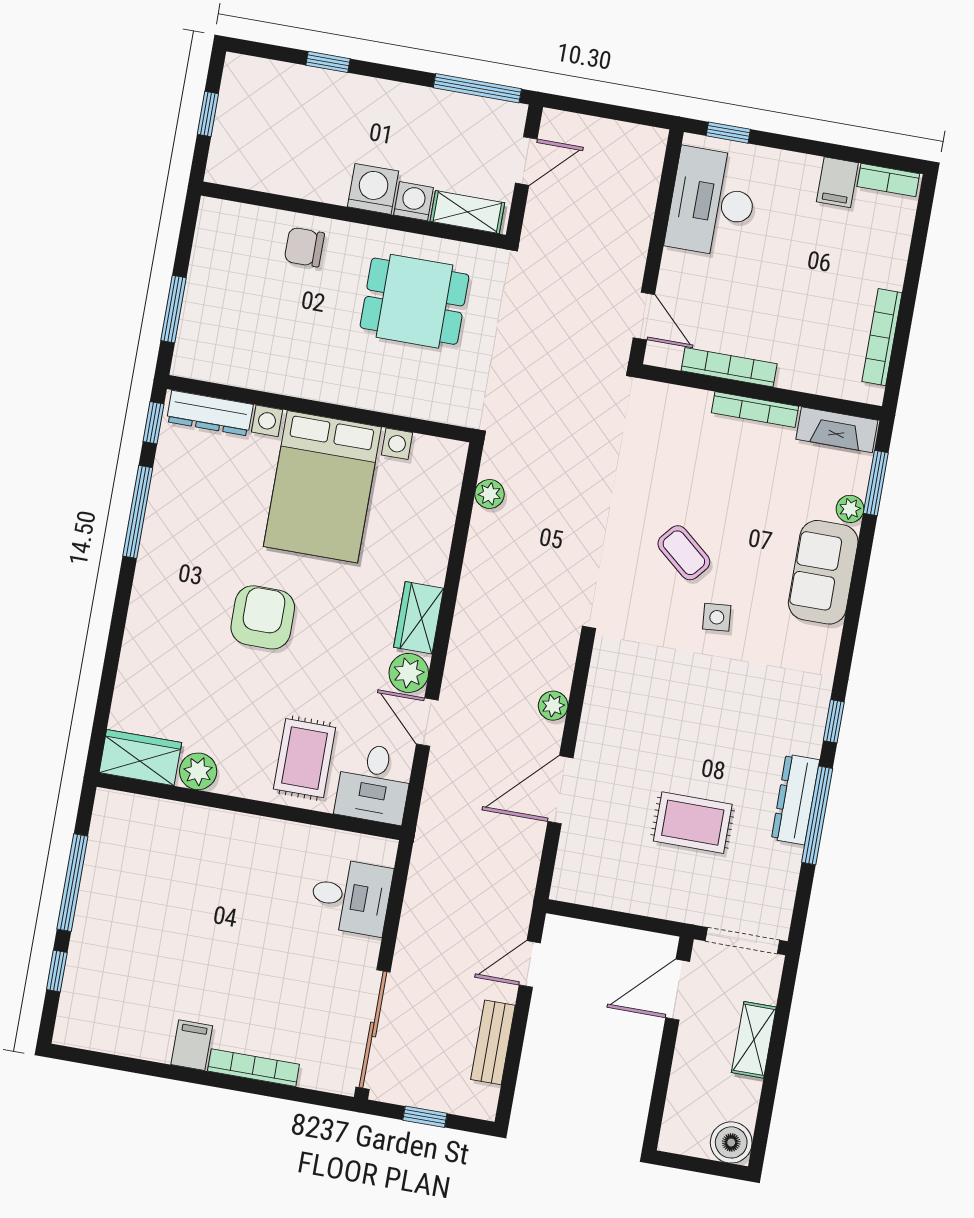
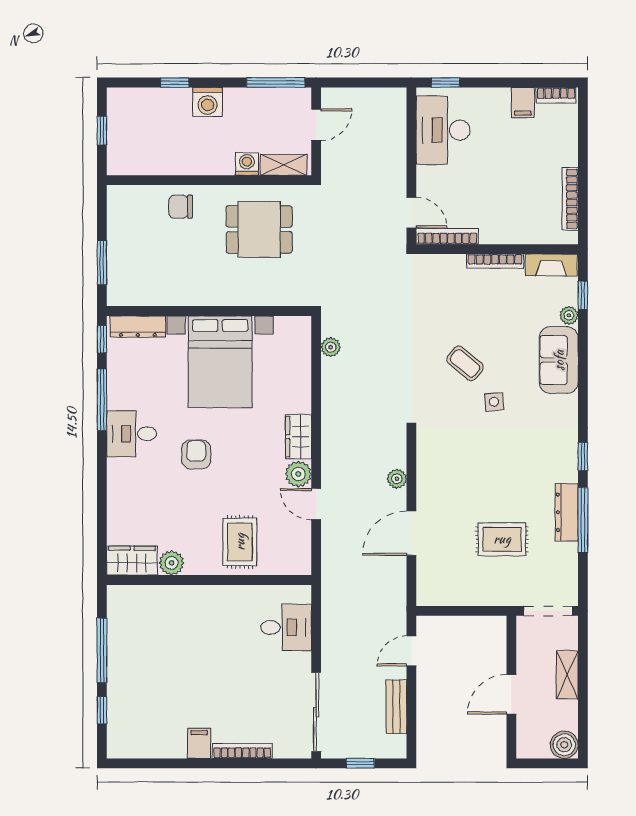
washing machine: (373, 189) -> (208, 102), moved, turned 180
bookcase: (729, 367) -> (447, 236), moved
window: (876, 483) -> (583, 295), width x0.67
armchair: (263, 617) -> (196, 454), width x0.72, depth x0.72
desk: (374, 783) -> (132, 434), moved, turned 90
door: (678, 990) -> (511, 694), moved

